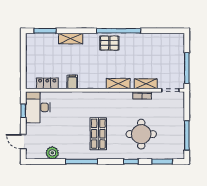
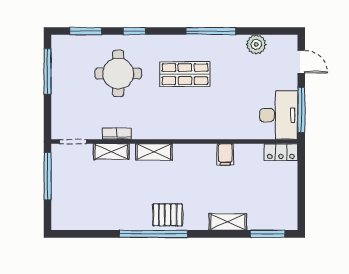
locker: (47, 83) -> (281, 152), moved
window: (23, 111) -> (301, 110), width x2.17
shop shelf: (98, 134) -> (185, 74), turned 90

